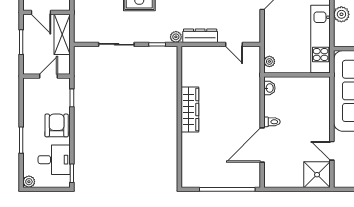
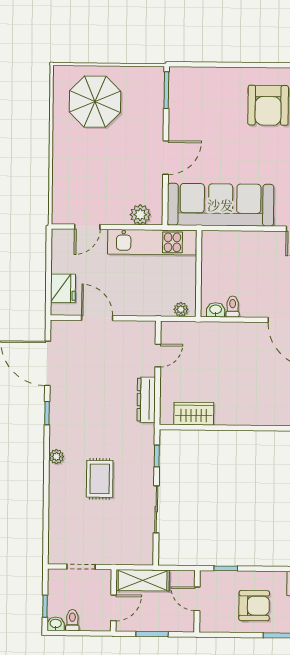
plant: (341, 14) -> (140, 215), moved
plant: (176, 37) -> (147, 431), removed
wardrobe: (190, 110) -> (194, 414), moved, width x0.67
toilet: (272, 122) -> (233, 307), moved
armchair: (57, 125) -> (254, 606), moved, turned 180

